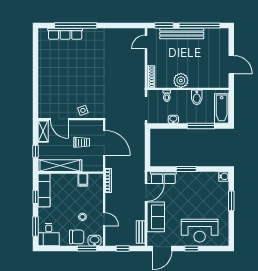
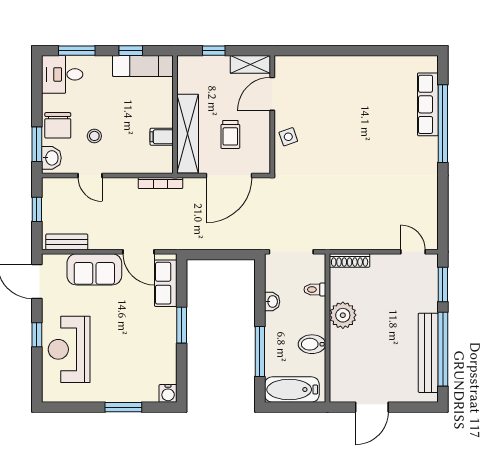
bench: (182, 34) -> (428, 353), moved
shelving: (60, 166) -> (188, 134), moved
door: (104, 219) -> (90, 175), hinge flipped

